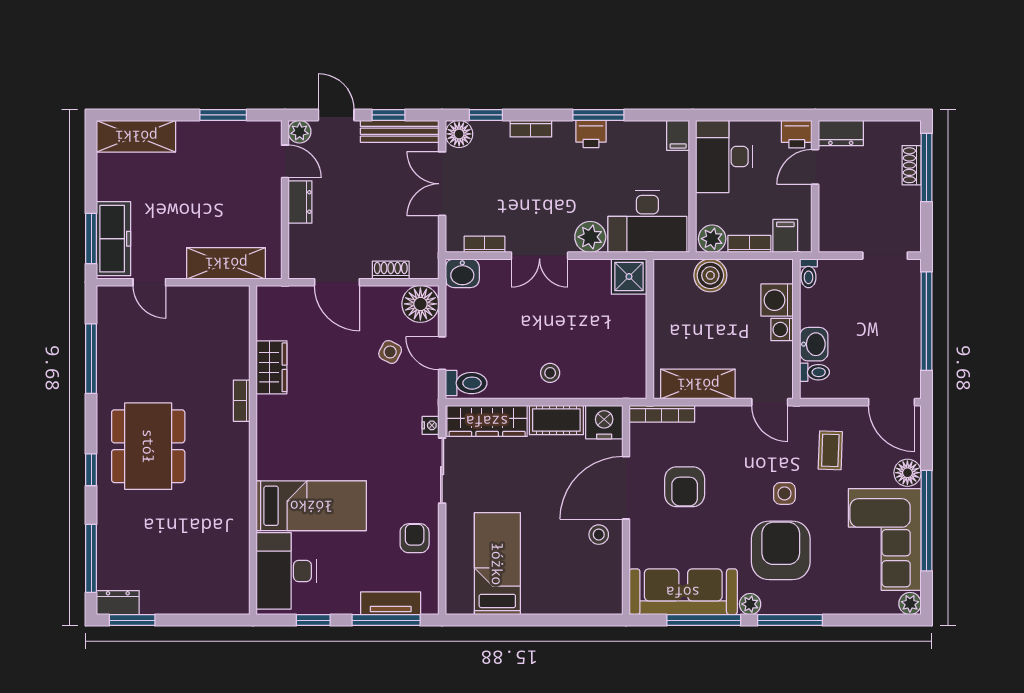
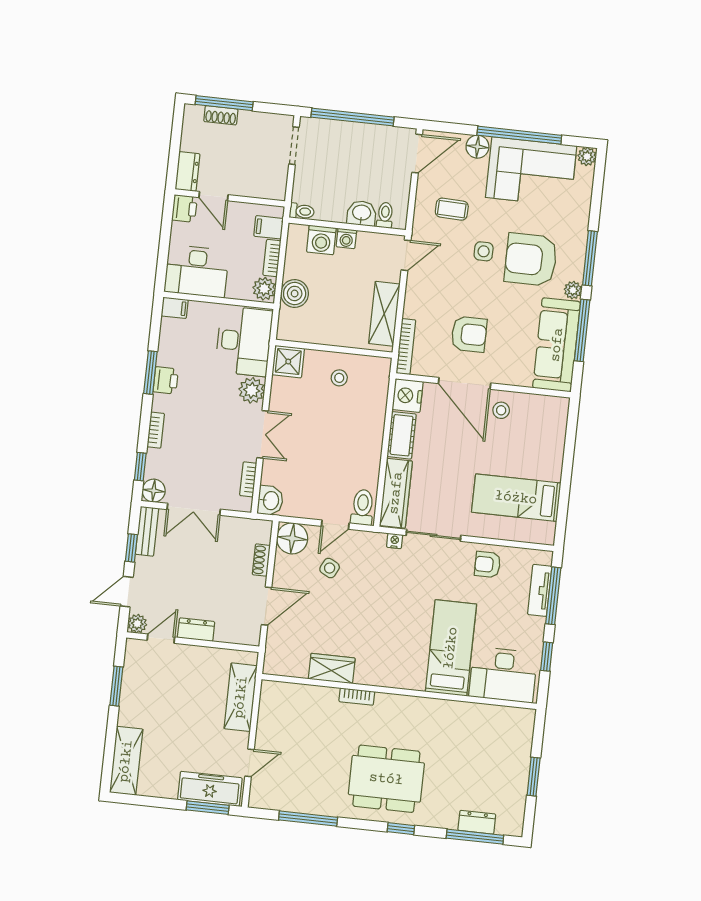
bench: (400, 131) -> (147, 531), width x0.73
stool: (550, 373) -> (339, 378), moved
dresser: (118, 603) -> (477, 822), moved, turned 90
window: (132, 620) -> (534, 777), moved

